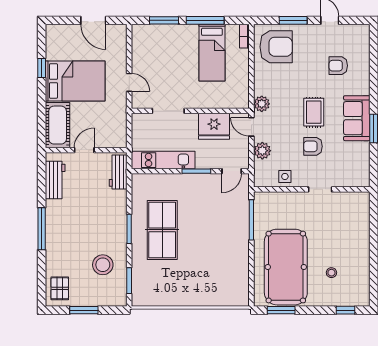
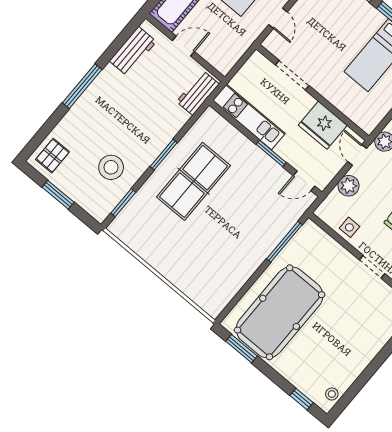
stool: (331, 273) -> (332, 394), moved

